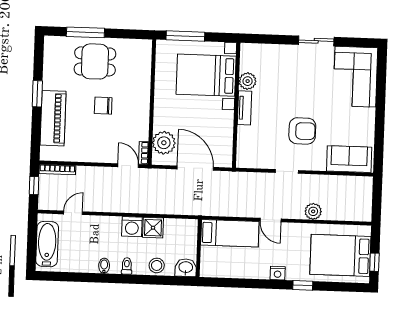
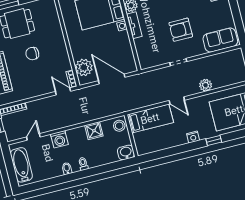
armchair: (302, 131) -> (181, 30), turned 180
washing machine: (132, 227) -> (59, 139), moved
stool: (157, 265) -> (119, 126), moved

